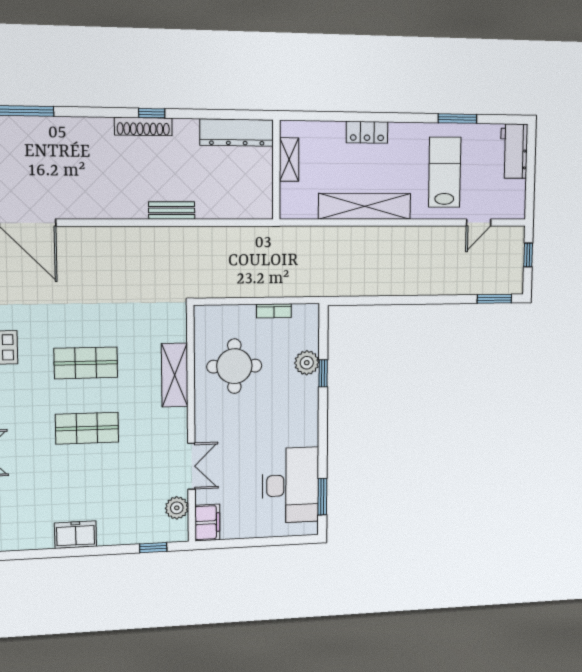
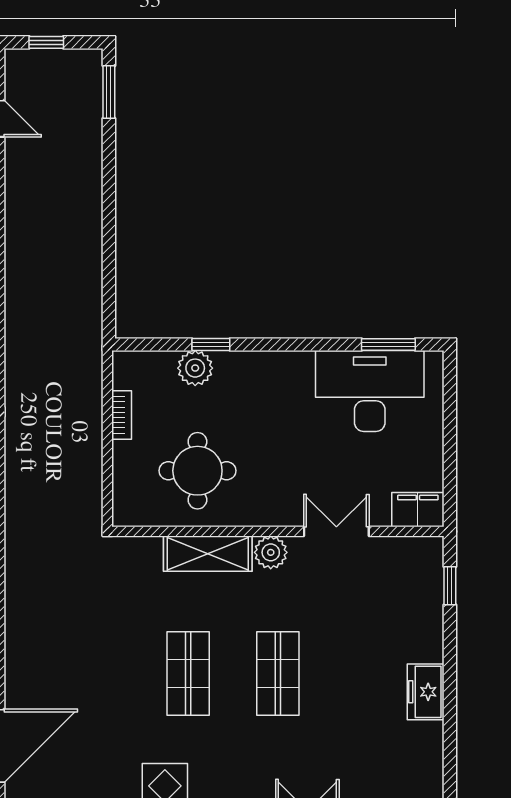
plant: (177, 508) -> (271, 552), moved

